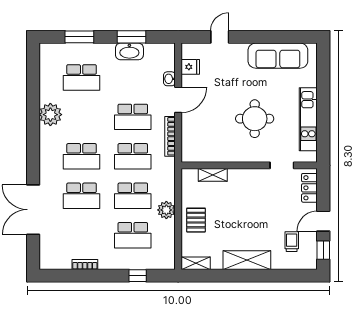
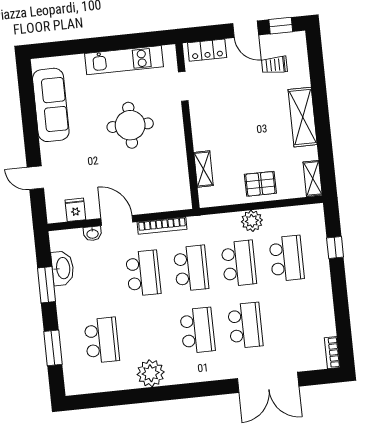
washbasin: (129, 51) -> (63, 268), moved
bookcase: (85, 265) -> (332, 353), moved

